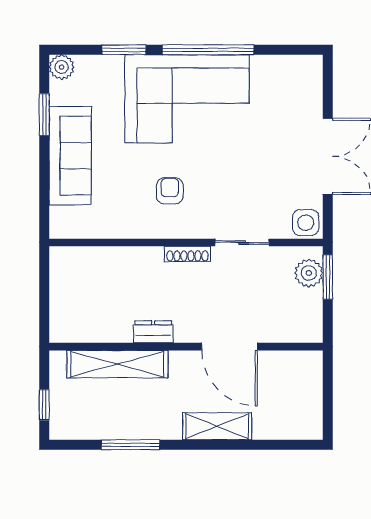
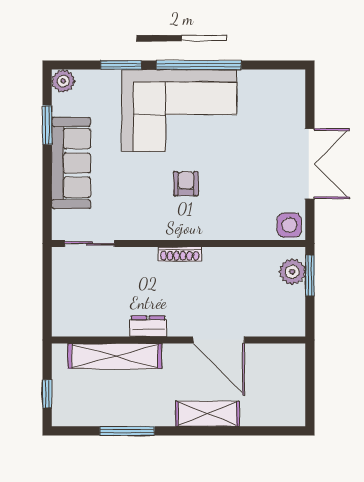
armchair: (170, 191) -> (186, 184), moved
sliding door: (242, 242) -> (90, 243), moved

